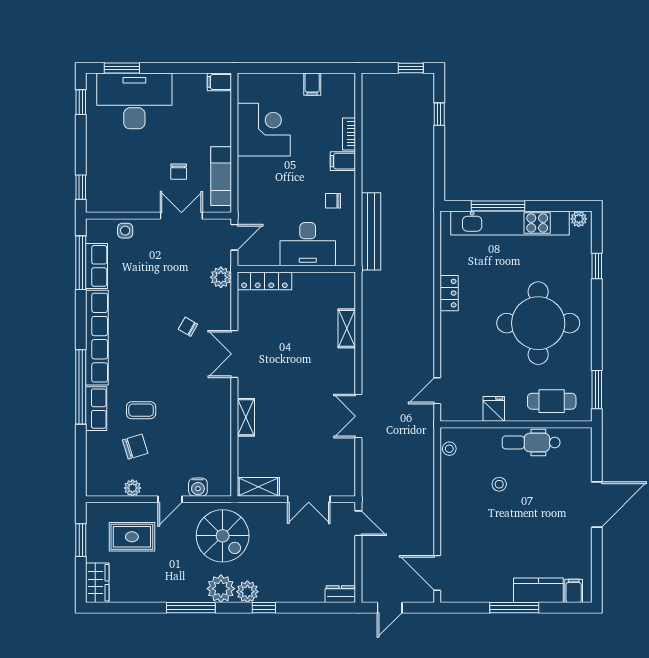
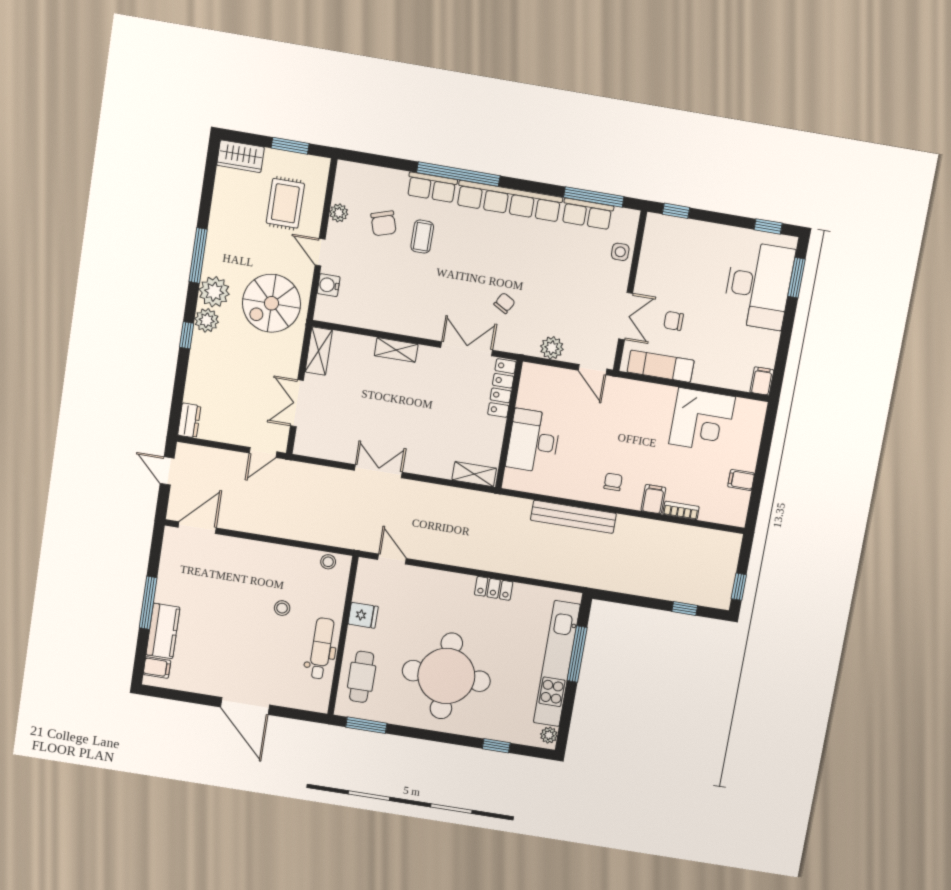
desk: (308, 244) -> (533, 441), moved
wall: (296, 269) -> (509, 425), moved
locker: (264, 281) -> (502, 388), moved

